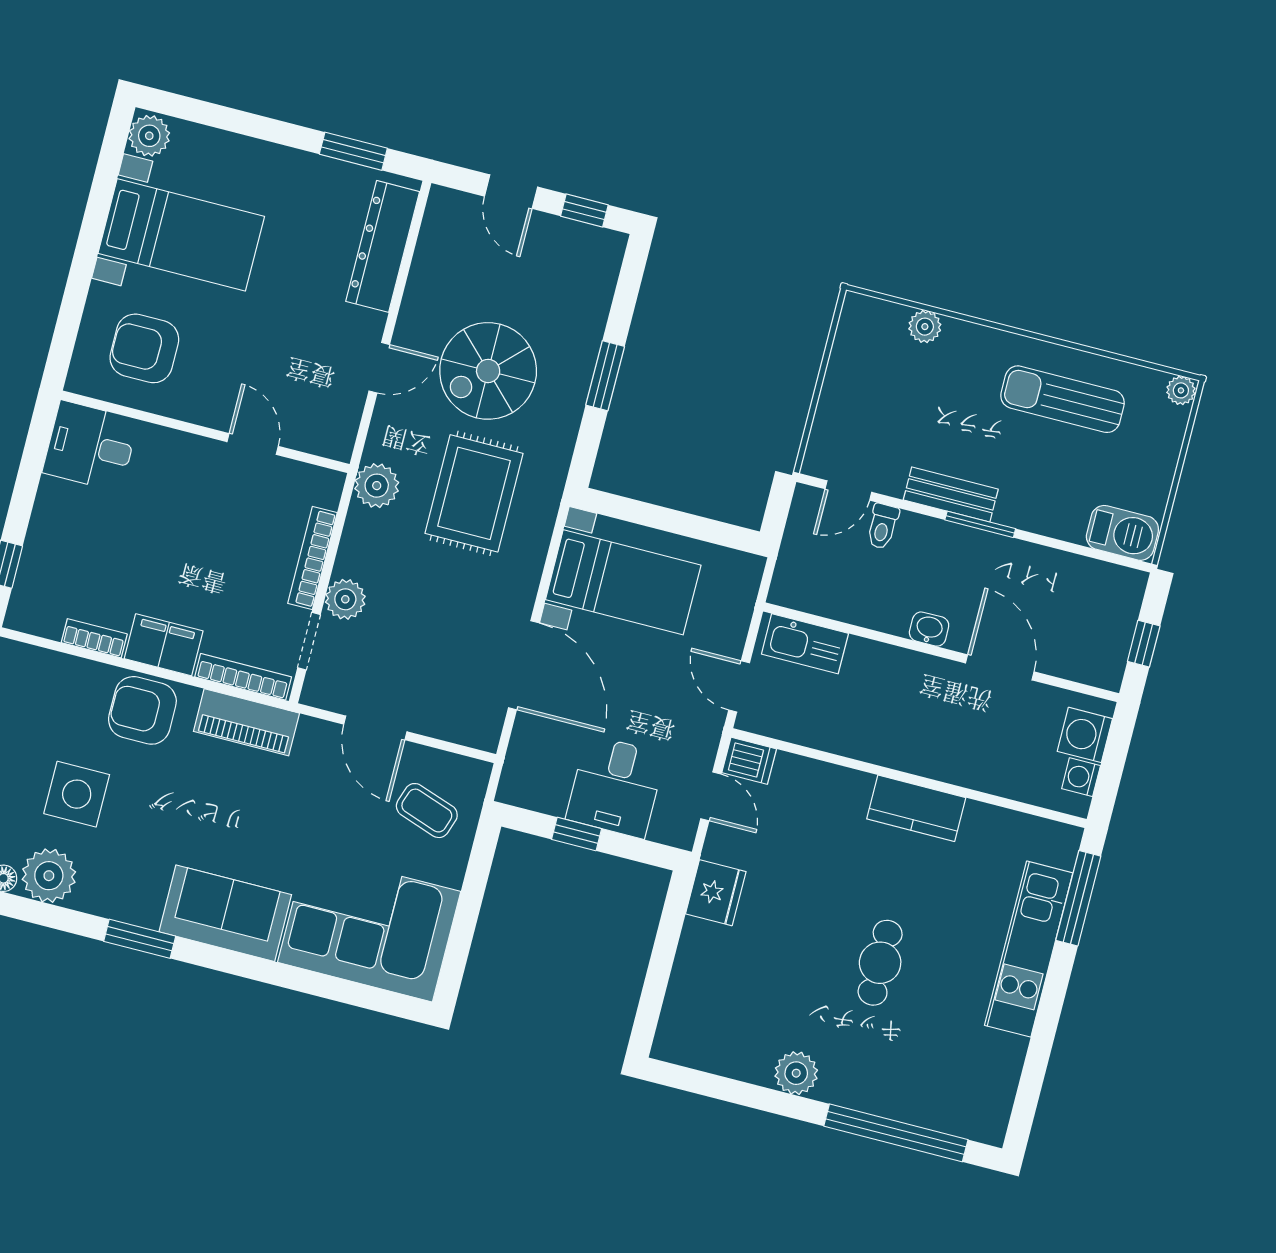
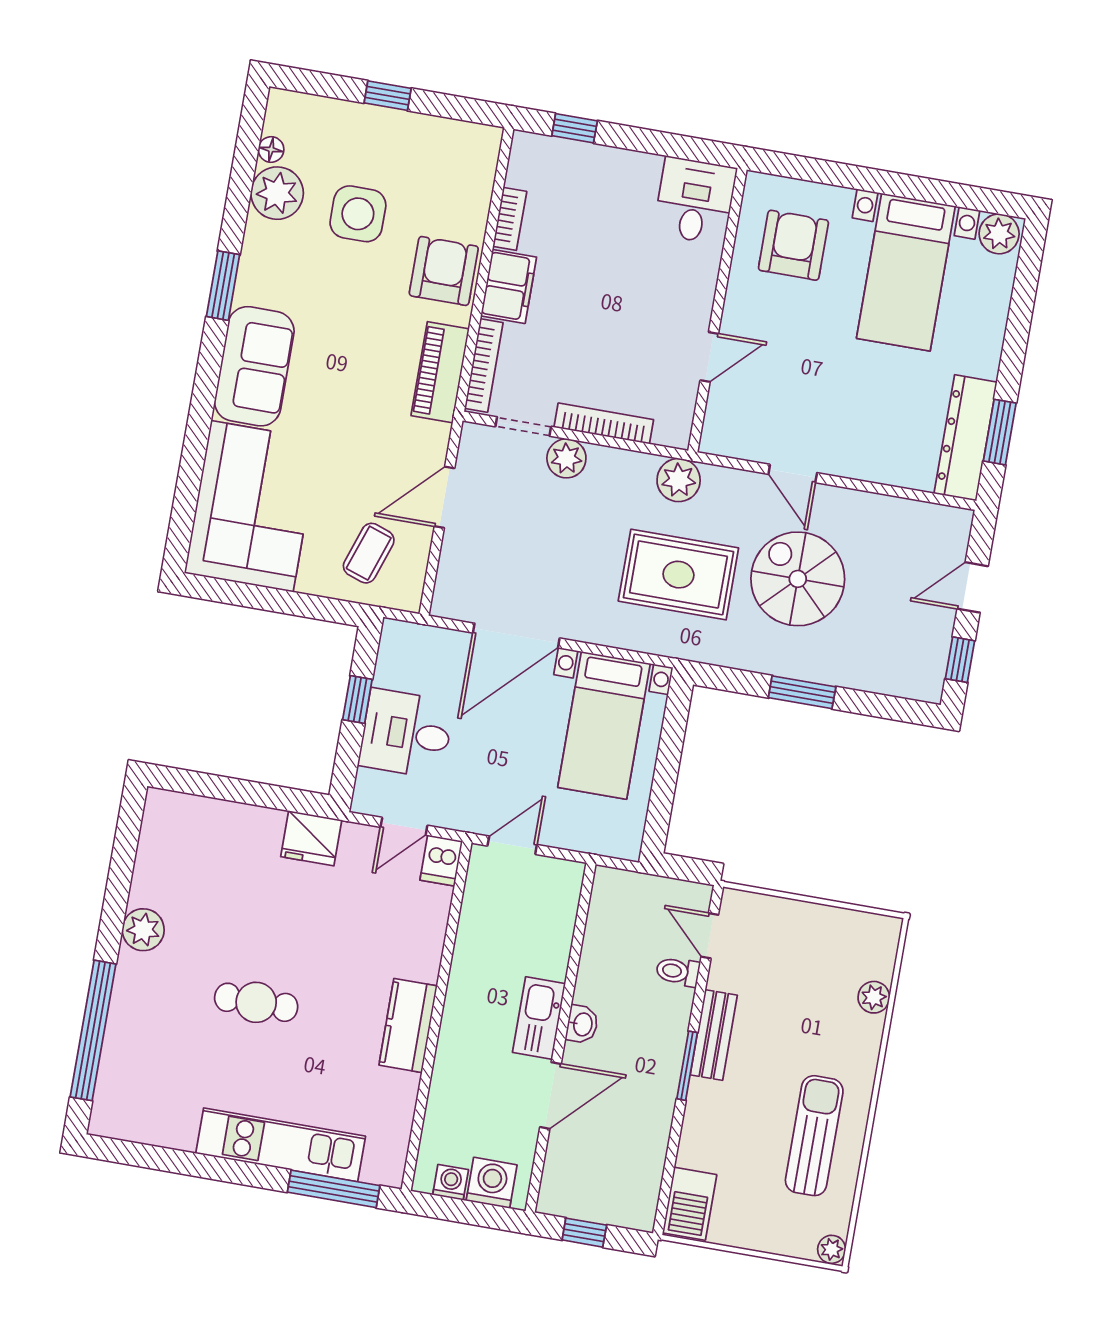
dresser: (383, 246) -> (966, 438), moved, turned -90
kitchen sink: (805, 644) -> (539, 1018), moved

